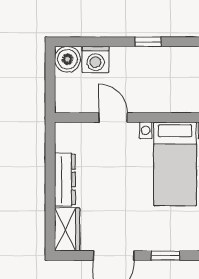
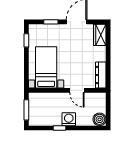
washing machine: (96, 59) -> (69, 119), moved
dresser: (65, 179) -> (101, 75), moved

